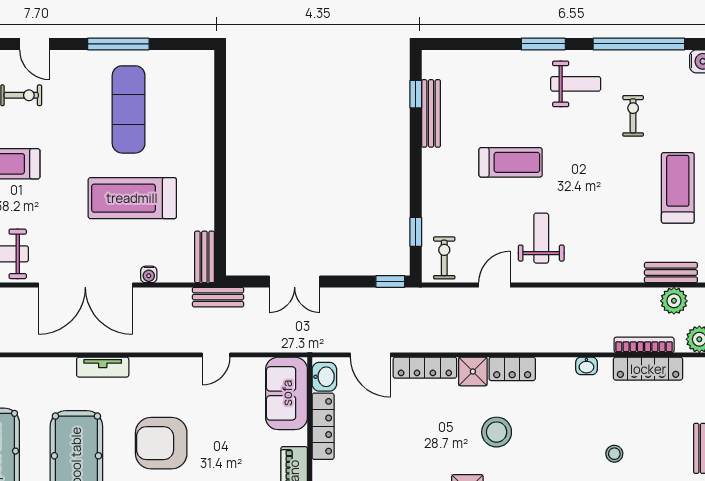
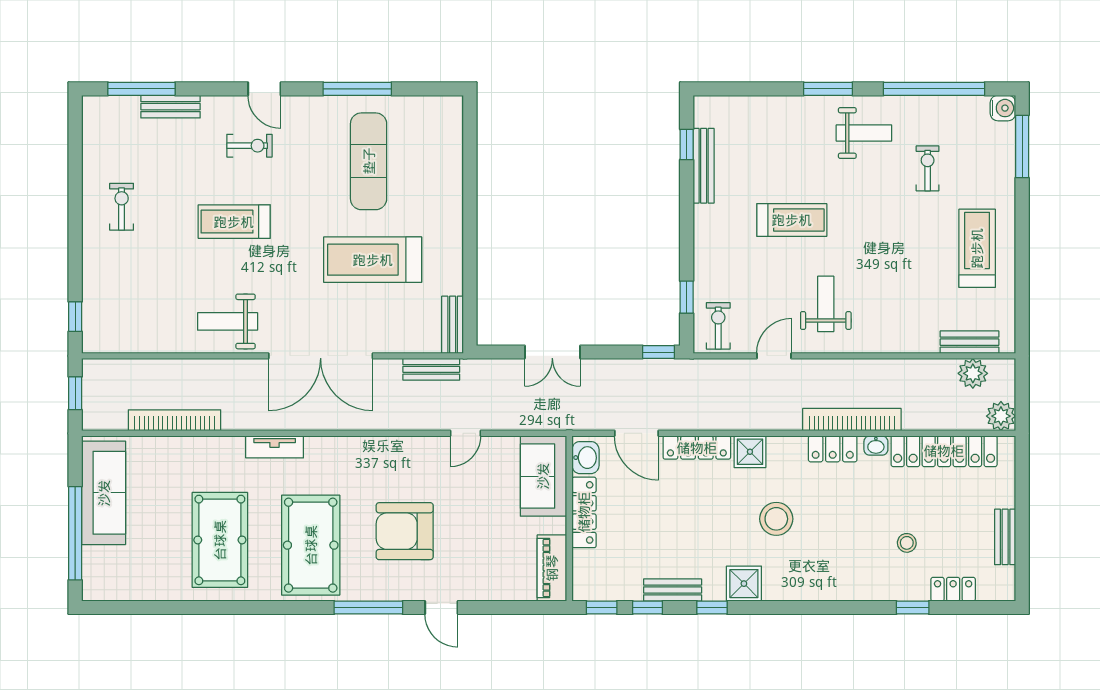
water cooler: (149, 274) -> (391, 344), removed
bench: (218, 297) -> (431, 369), moved
bookcase: (644, 345) -> (852, 420), moved, width x1.48, depth x1.31
tv unit: (103, 367) -> (275, 447), moved
locker: (512, 369) -> (833, 449), moved
locker: (648, 369) -> (944, 451), width x1.41, depth x1.21

